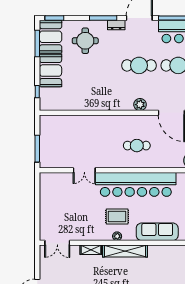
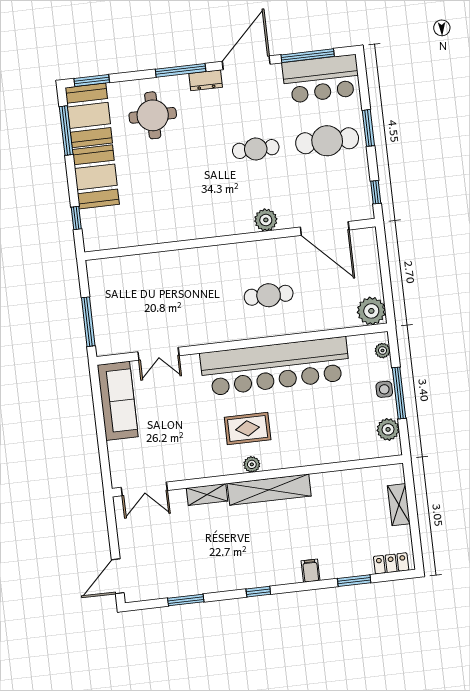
cafe table: (139, 65) -> (256, 149), width x0.73, depth x0.74
double door: (84, 170) -> (159, 354), moved
sofa: (157, 232) -> (118, 401), moved, turned 90

